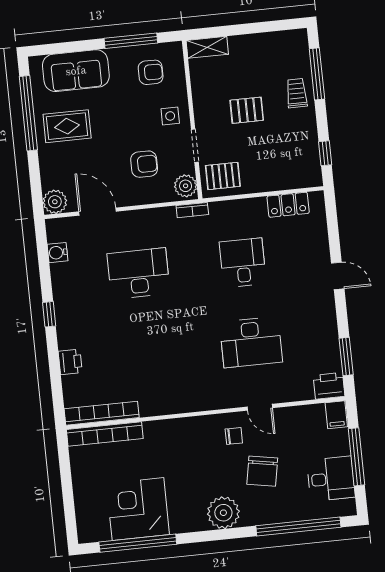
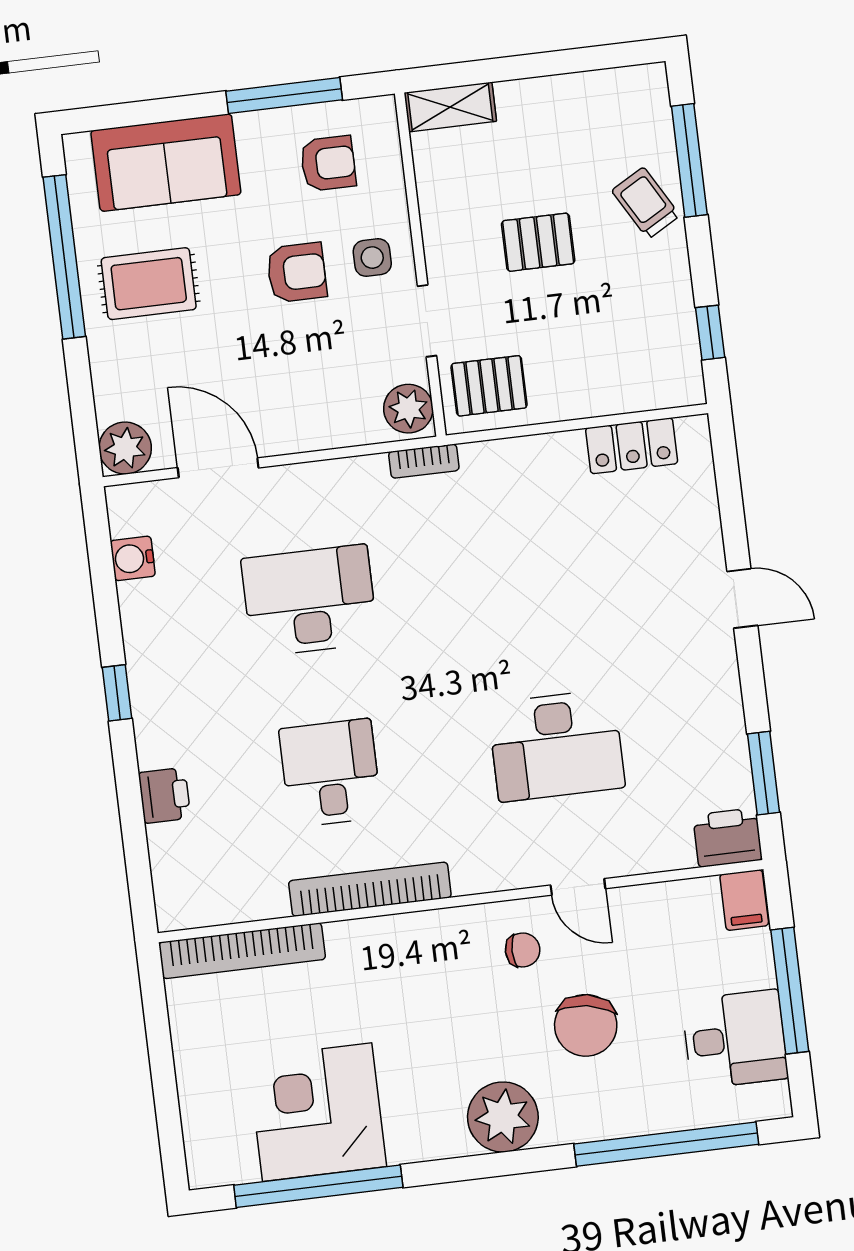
trolley: (297, 93) -> (646, 203), turned -30
armchair: (144, 164) -> (297, 273), moved
desk: (243, 263) -> (330, 773), moved
bookcase: (102, 413) -> (370, 889), moved

